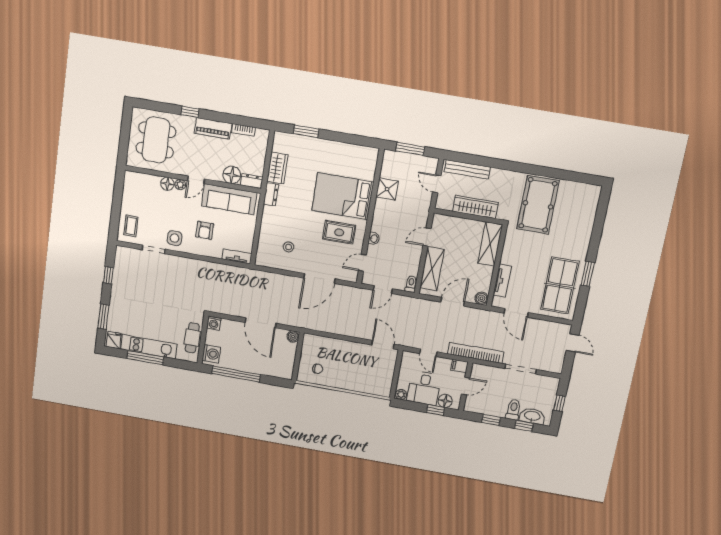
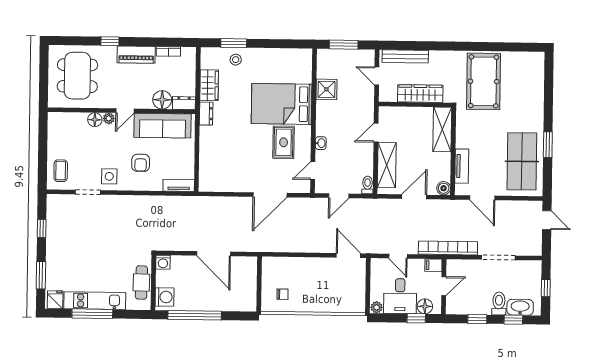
rug: (339, 232) -> (284, 142), turned 90
stool: (289, 247) -> (236, 60), moved
boiler: (293, 336) -> (251, 263), removed

